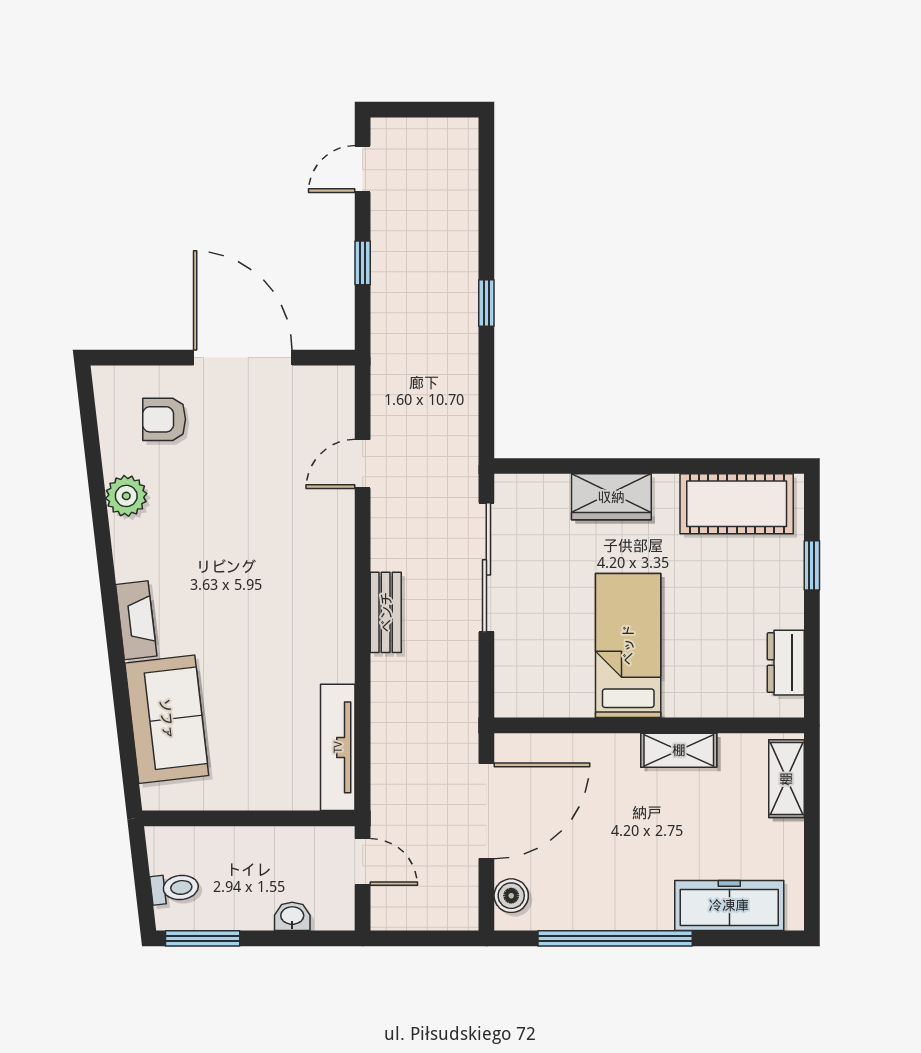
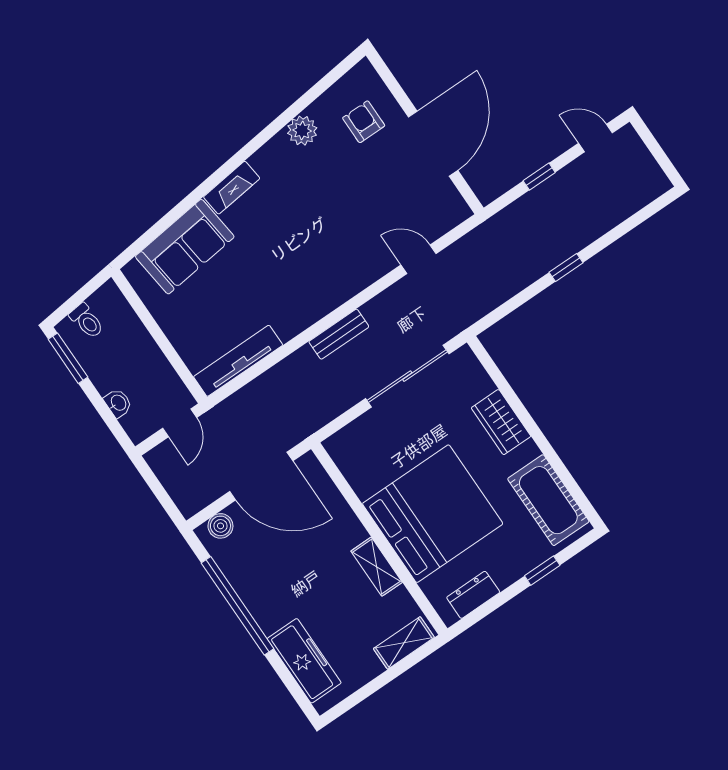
bed: (628, 645) -> (433, 514), width x2.04

